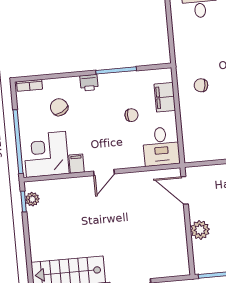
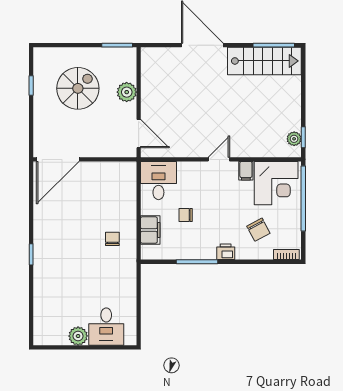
chair: (201, 85) -> (112, 239), turned -99

